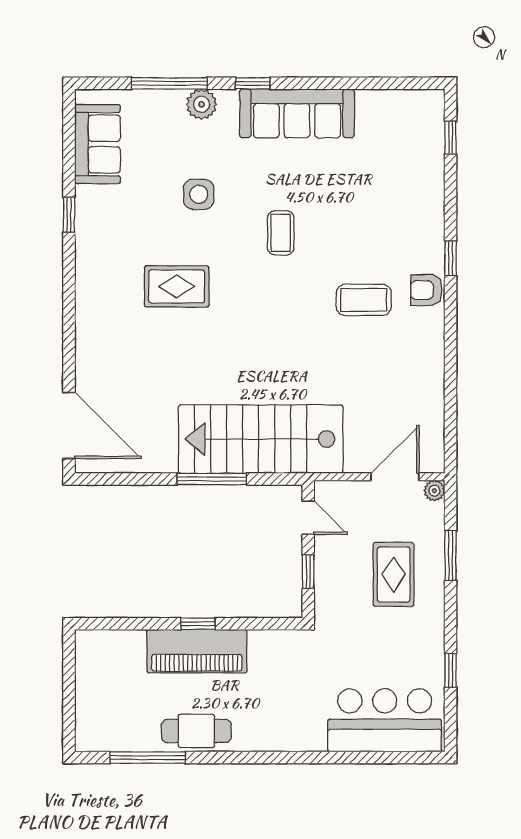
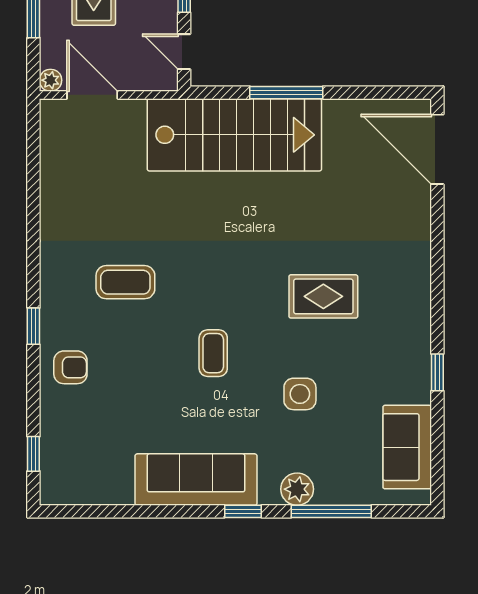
armchair: (426, 290) -> (70, 367), moved
door: (395, 477) -> (92, 95), swing flipped

